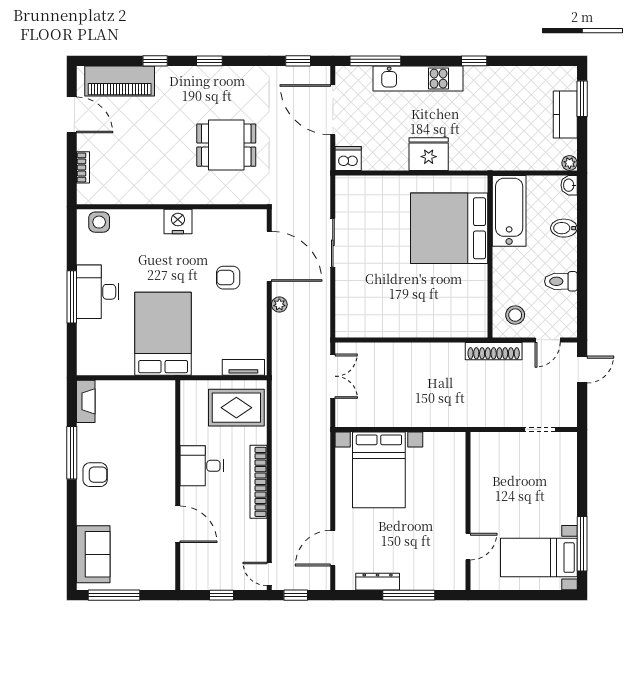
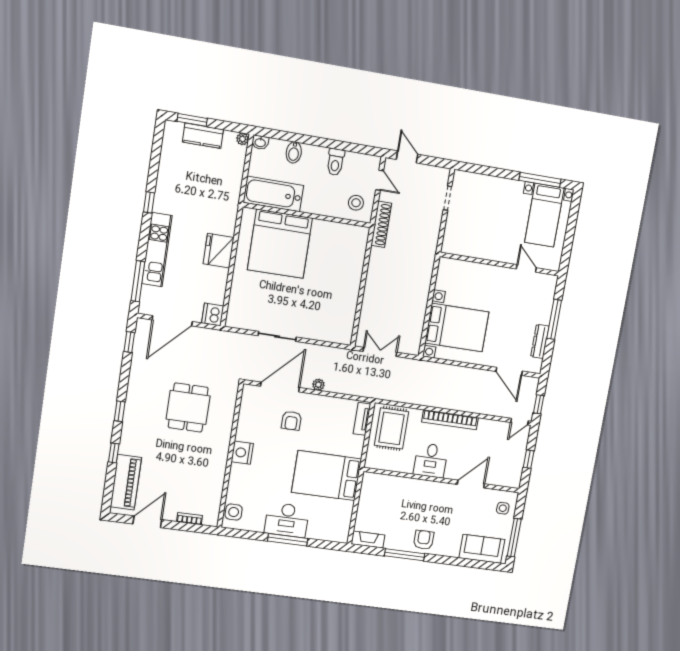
side table: (151, 573) -> (503, 508), added

